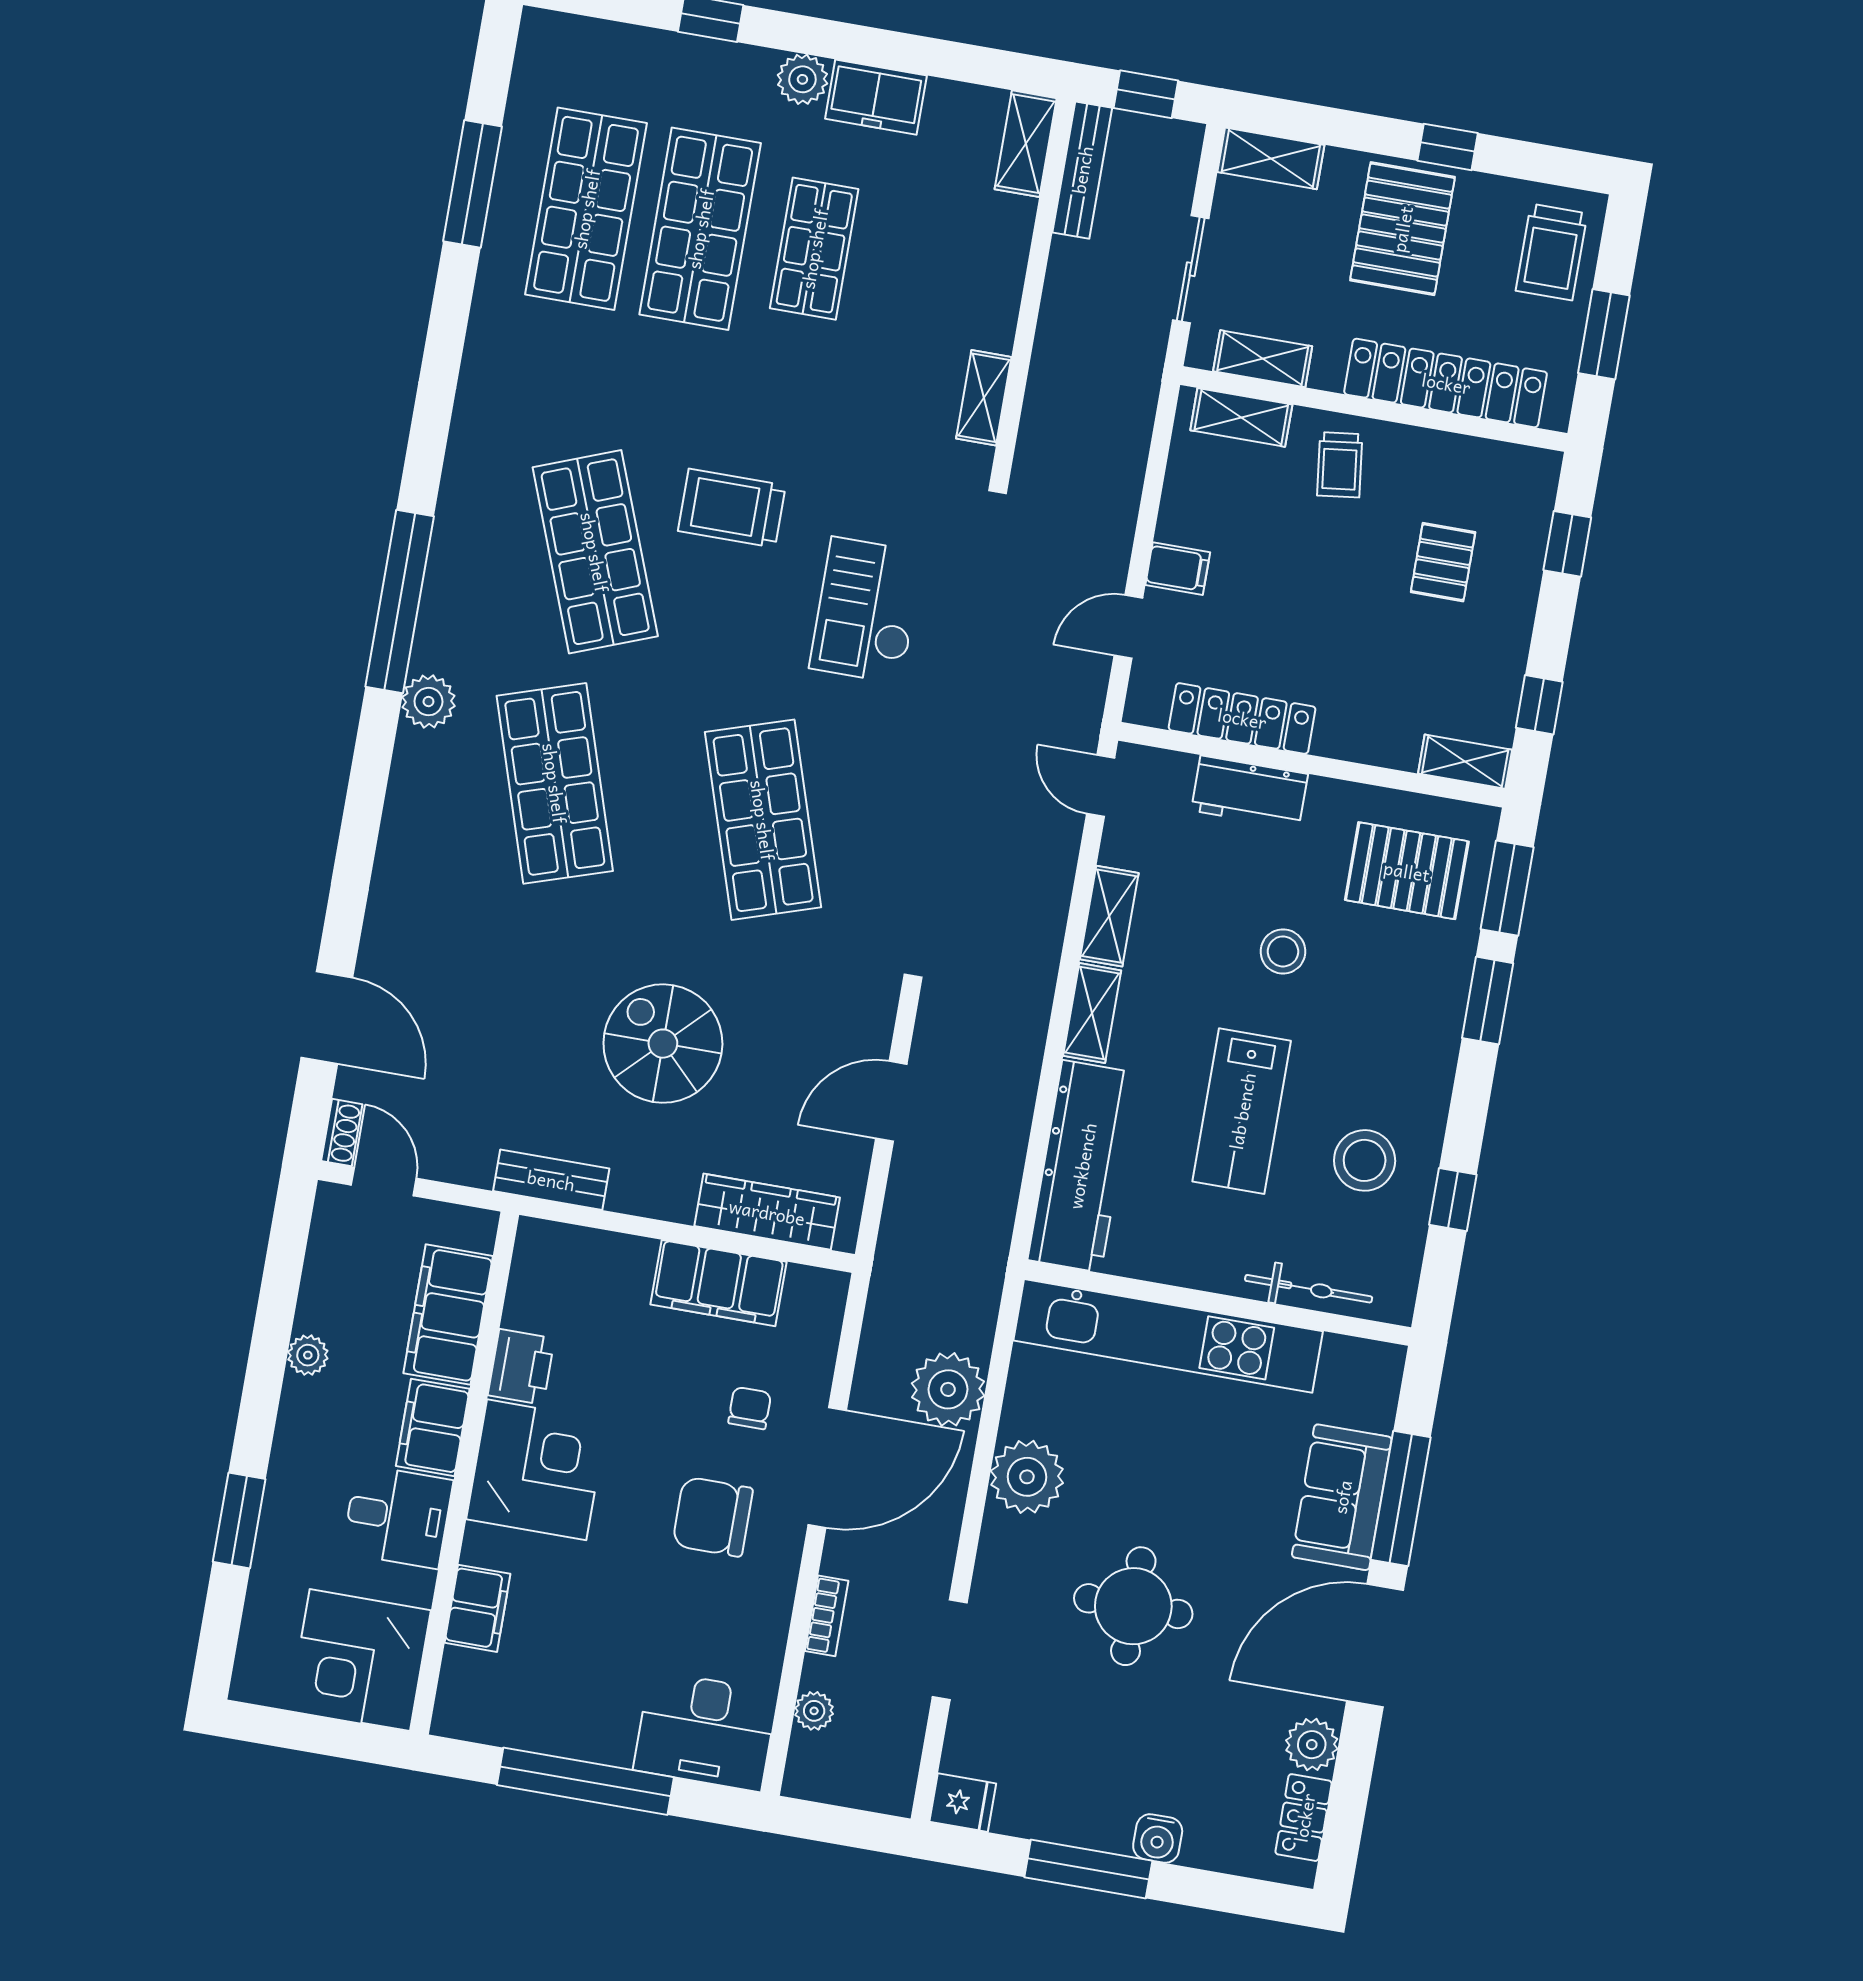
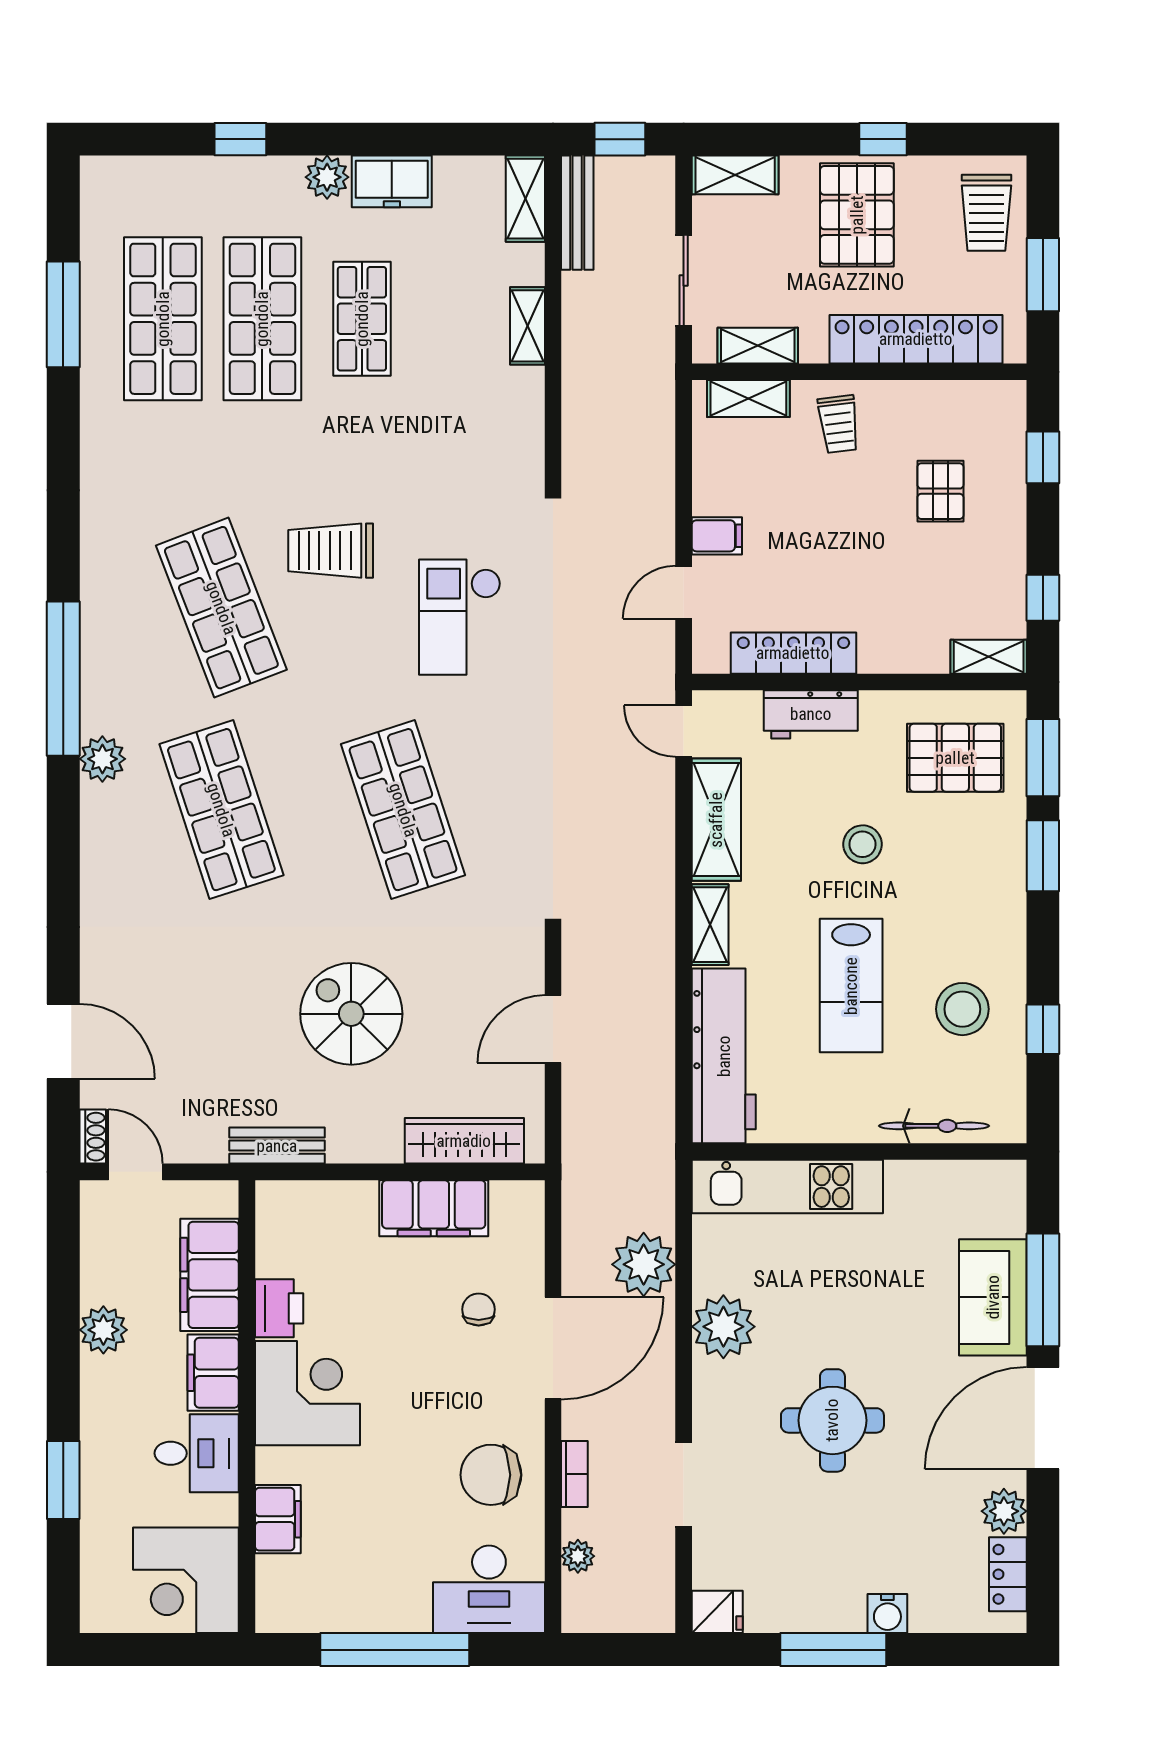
shelving: (984, 398) -> (527, 326), moved
shelving: (1109, 916) -> (716, 820), width x1.50, depth x1.33
kitchen unit: (1168, 1336) -> (787, 1187), width x0.73
plant: (308, 1355) -> (103, 1330), width x1.38, depth x1.38
chair: (713, 1517) -> (491, 1475), moved

